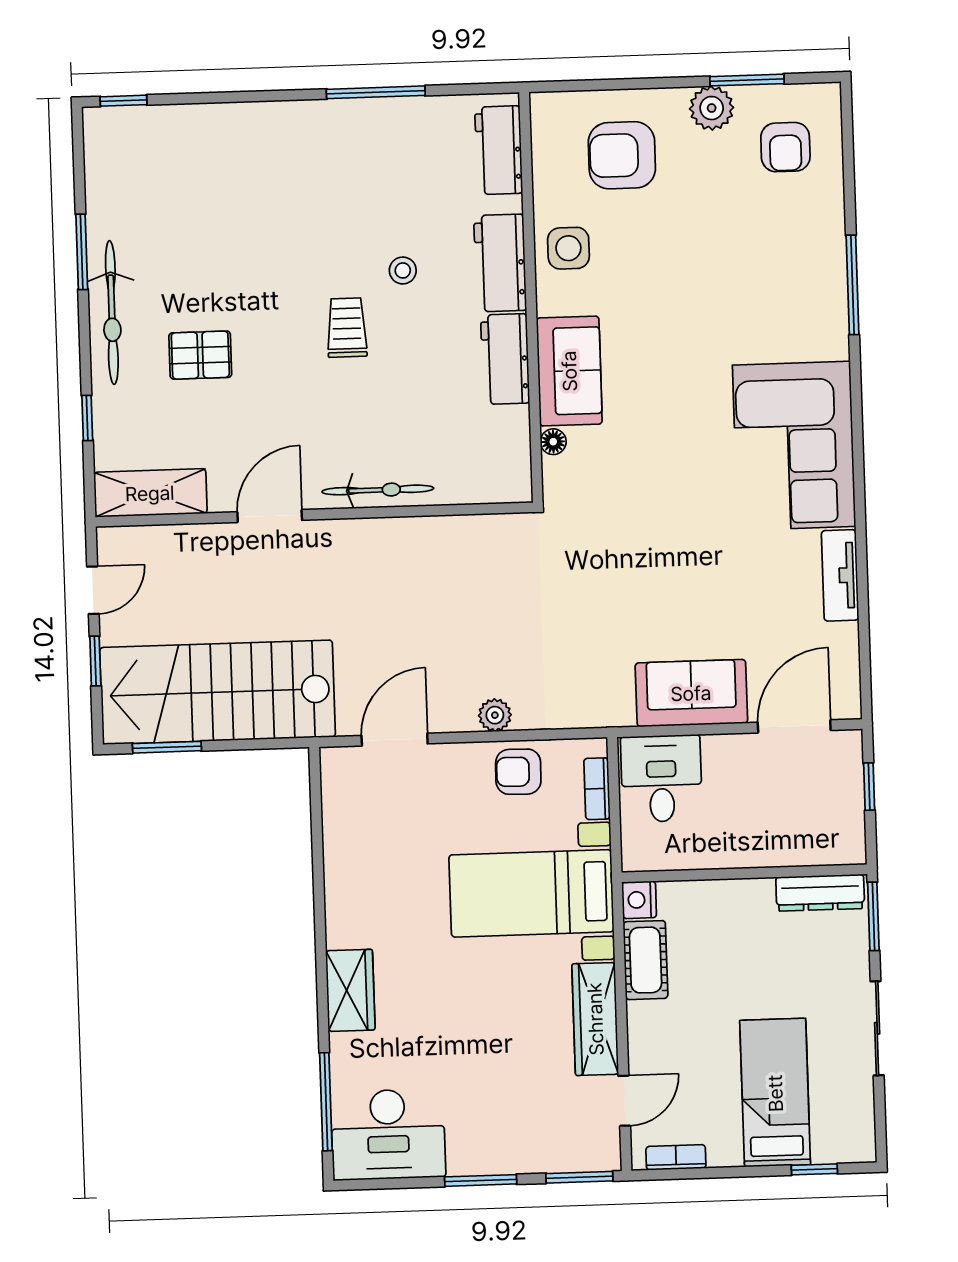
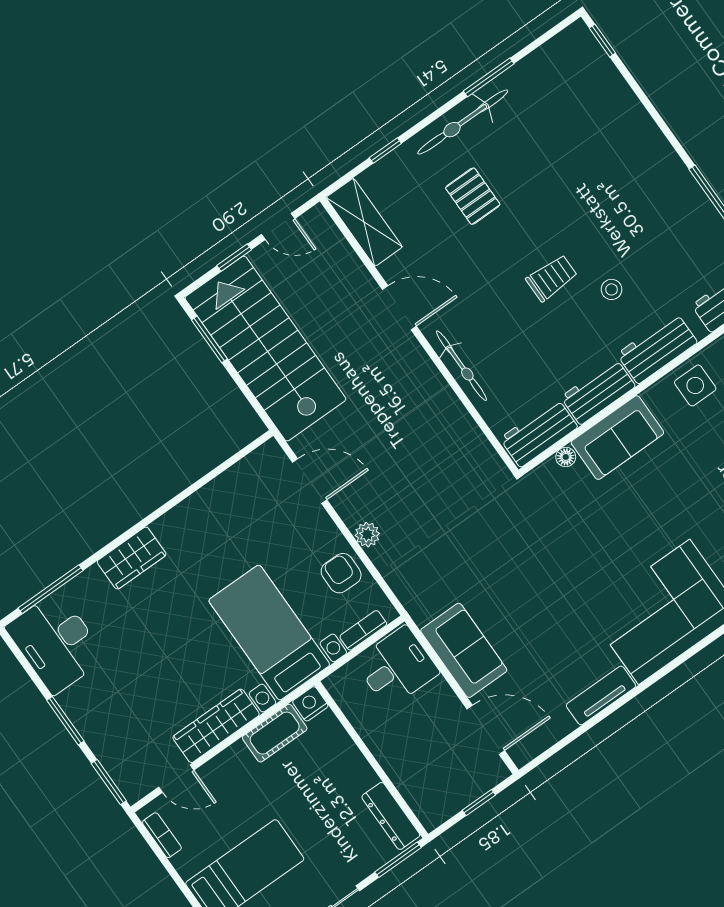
workbench: (507, 454) -> (539, 433), added

